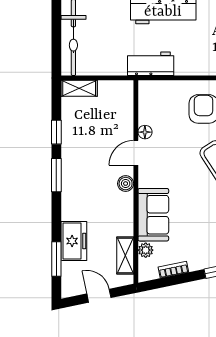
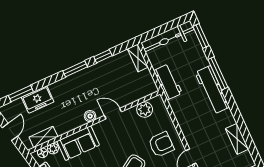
workbench: (151, 64) -> (168, 82), moved
plant: (149, 110) -> (145, 110), added
floor lamp: (145, 132) -> (42, 153), moved

